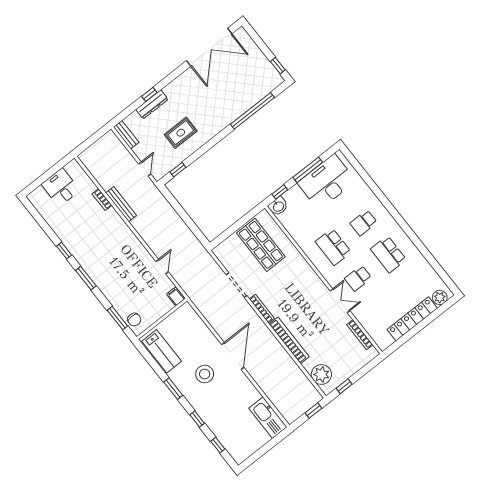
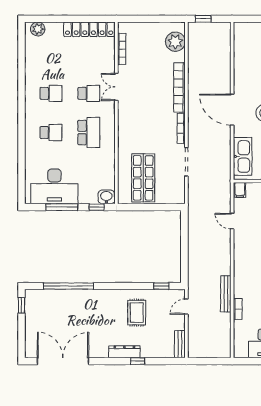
dresser: (152, 104) -> (124, 352), moved
rug: (181, 133) -> (137, 313), turned 90
school desk: (388, 254) -> (51, 93), width x0.54
door: (162, 267) -> (232, 221), hinge flipped
locker: (412, 319) -> (89, 29), moved
door: (233, 356) -> (232, 110), hinge flipped
window: (344, 386) -> (165, 19), removed
kitchen sink: (268, 418) -> (243, 156), moved

